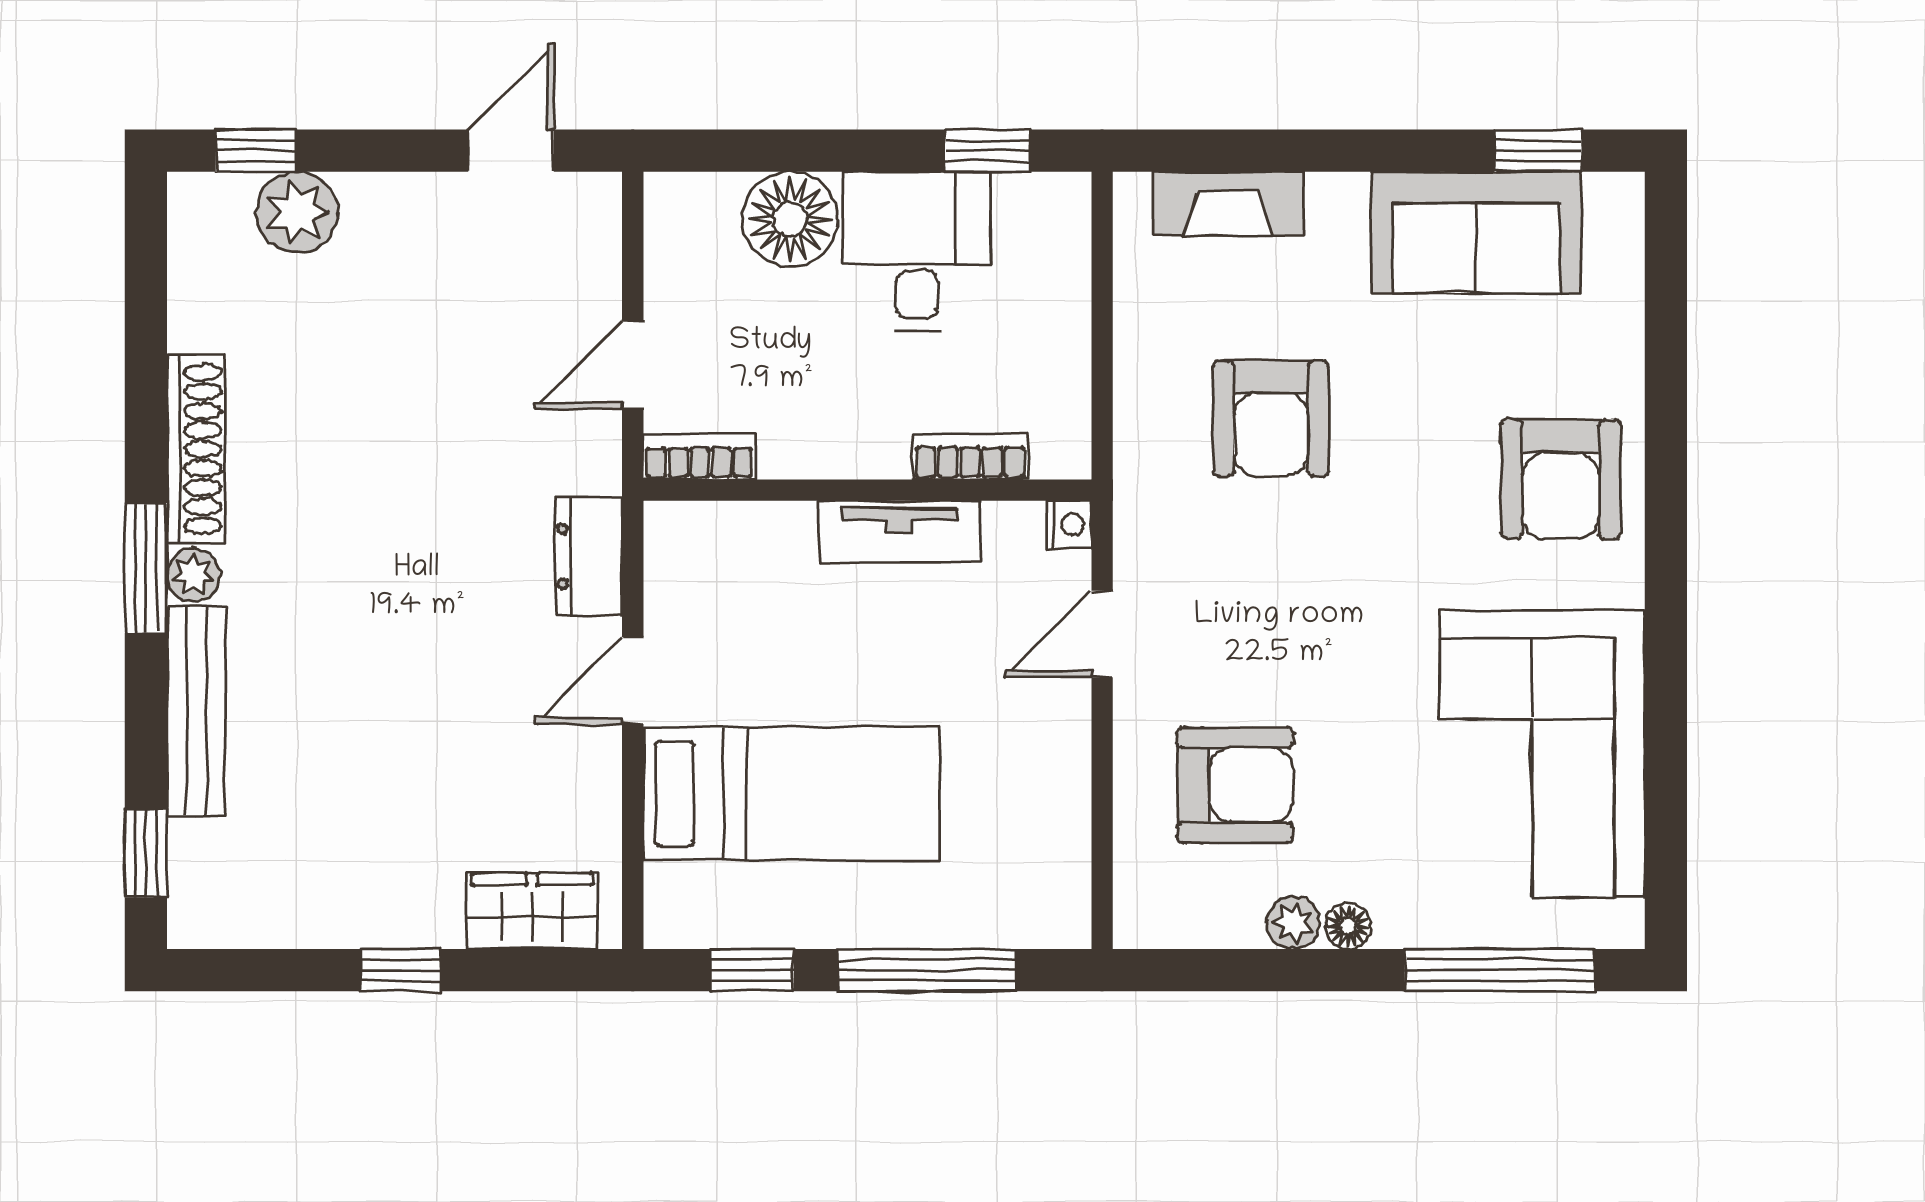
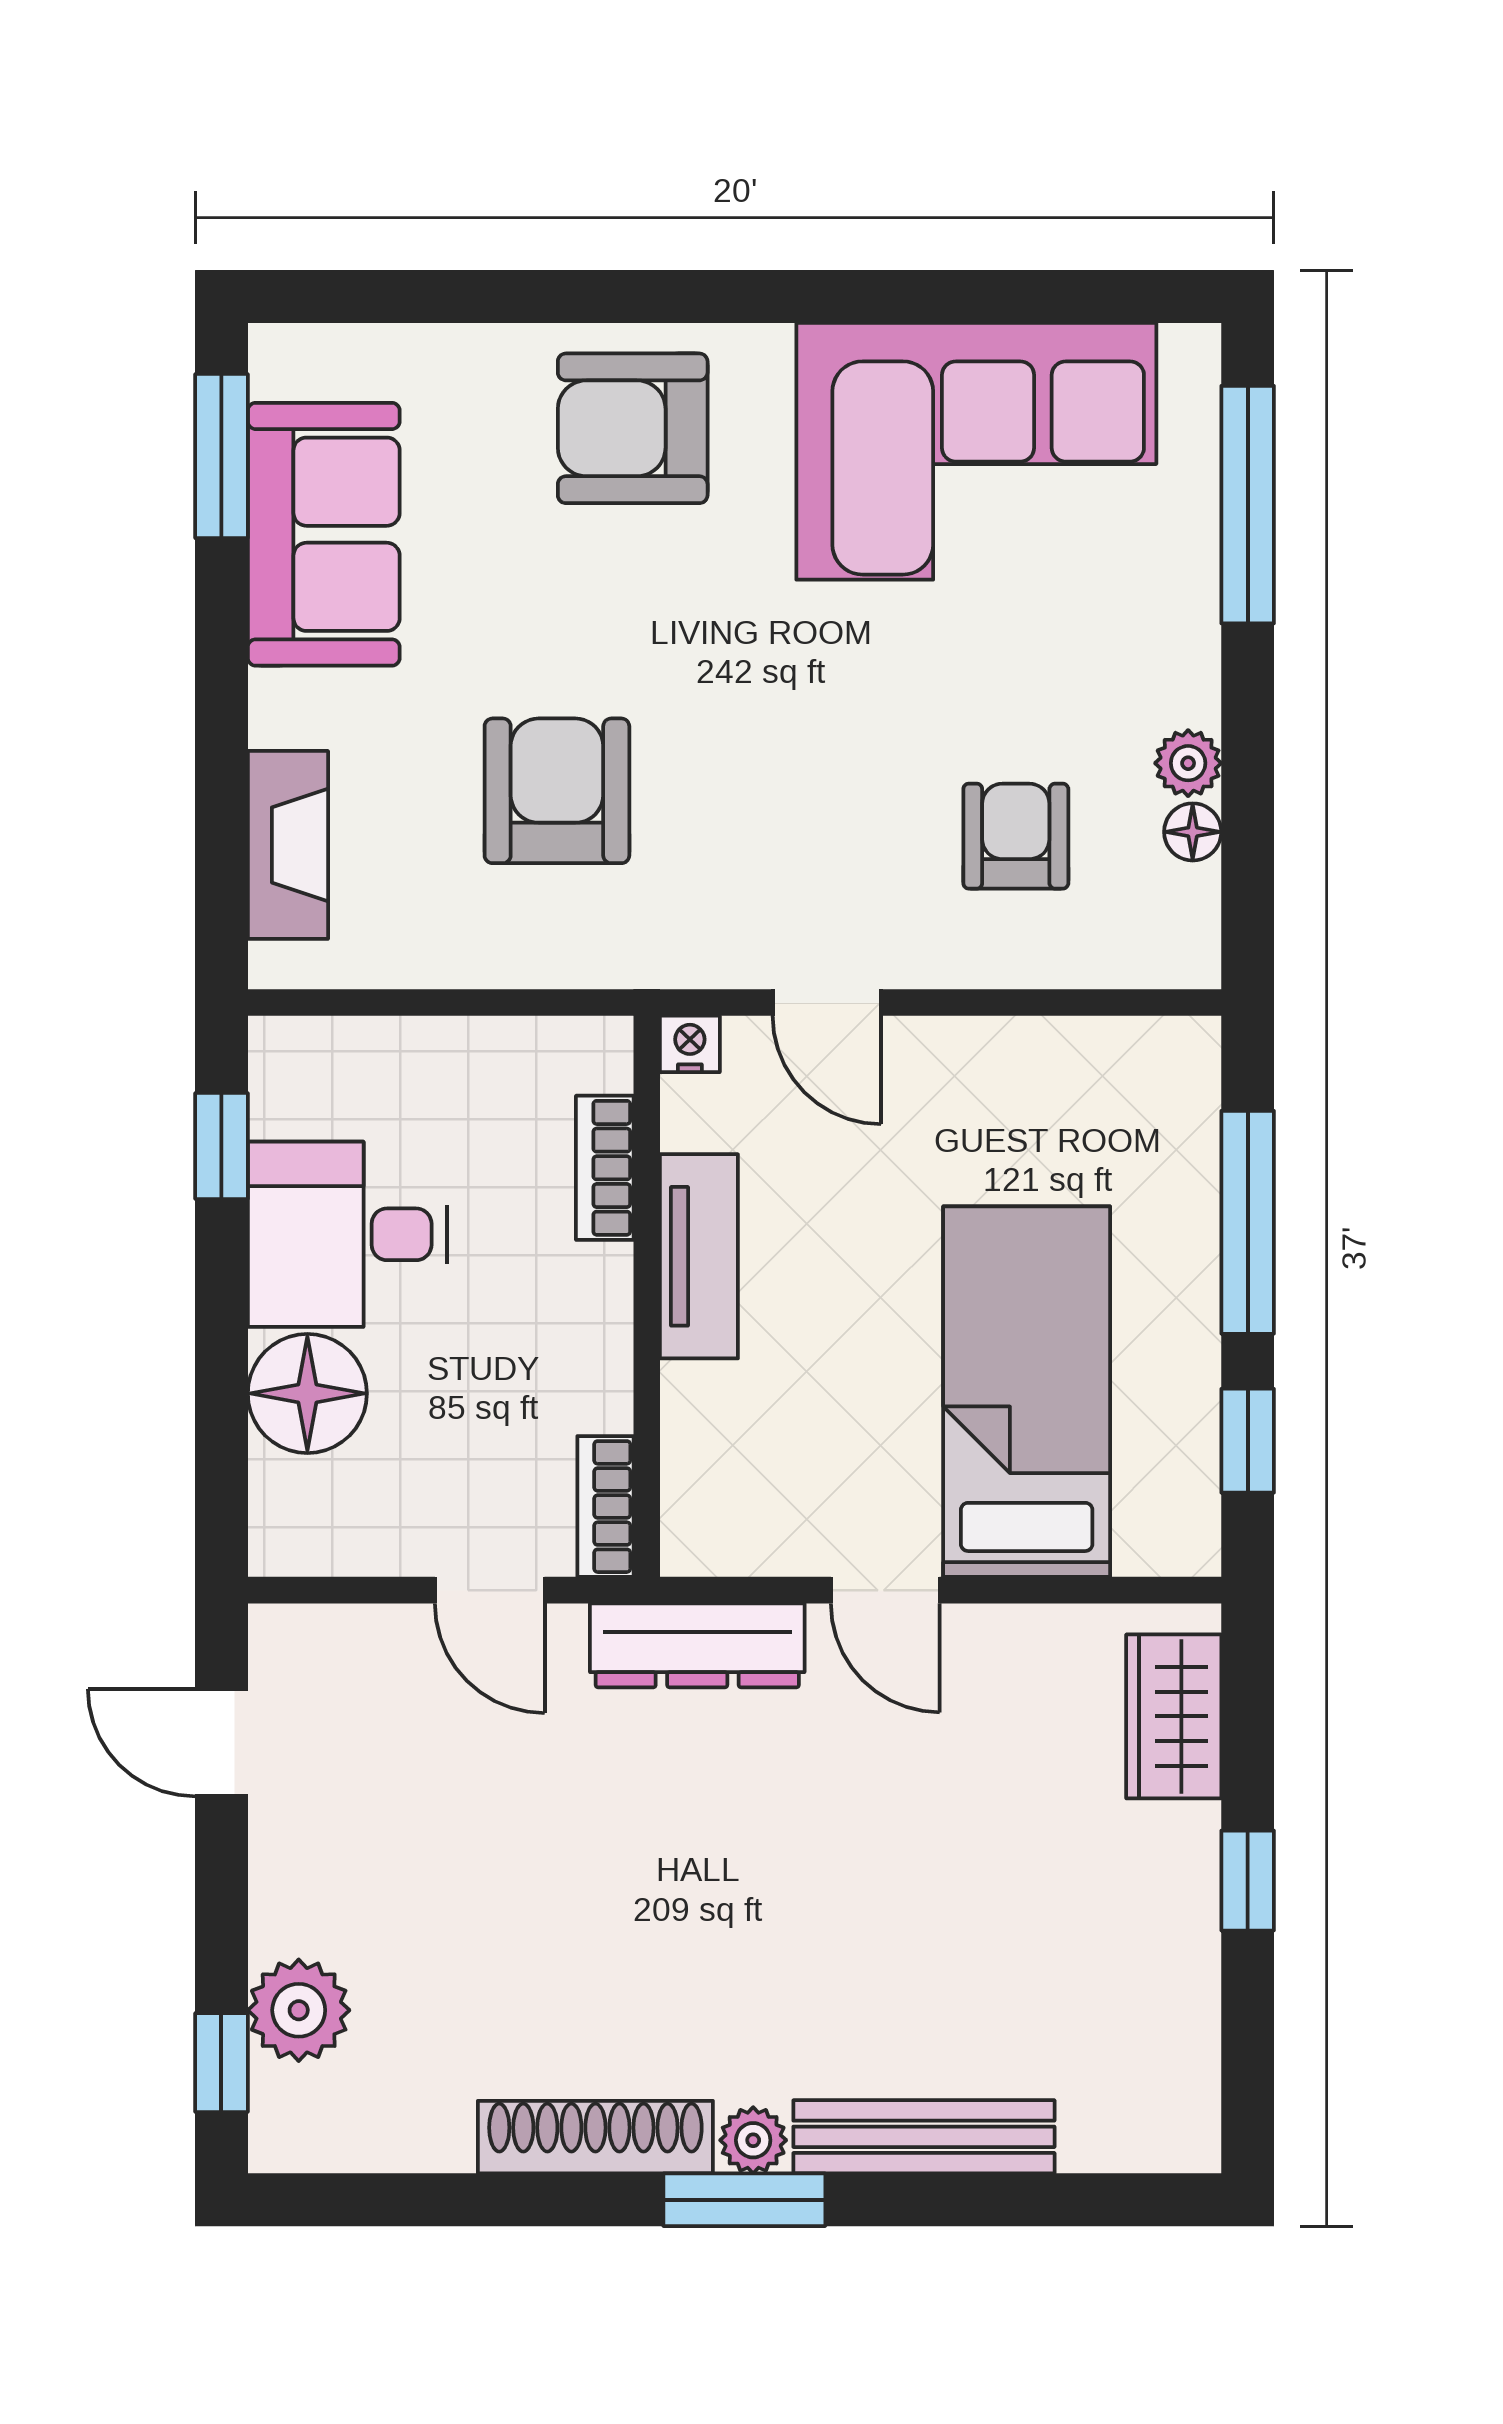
window: (1538, 151) -> (221, 456), width x1.50
armchair: (1271, 418) -> (557, 791), turned -90
armchair: (1561, 479) -> (633, 428), turned 180
dresser: (589, 557) -> (697, 1645), width x1.44
armchair: (1235, 785) -> (1016, 836), width x0.72, depth x0.72
window: (146, 853) -> (1101, 2200), removed
floor lamp: (1348, 926) -> (1193, 832), moved

